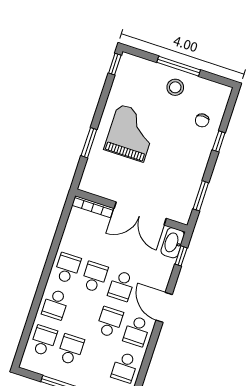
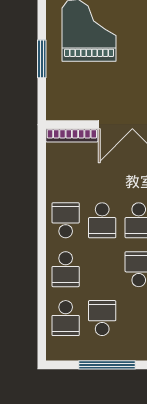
school desk: (94, 277) -> (102, 220), turned 180
school desk: (44, 341) -> (66, 318), turned 180

